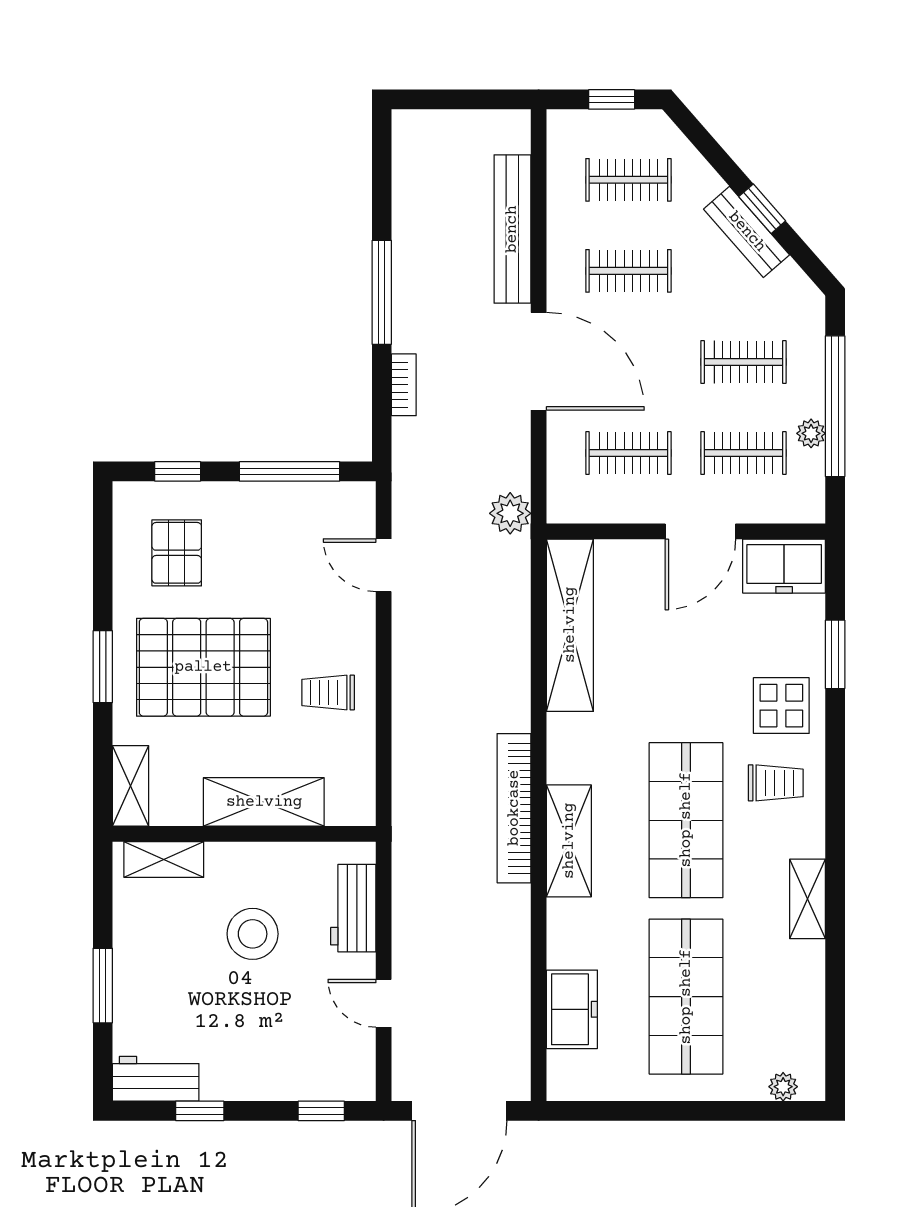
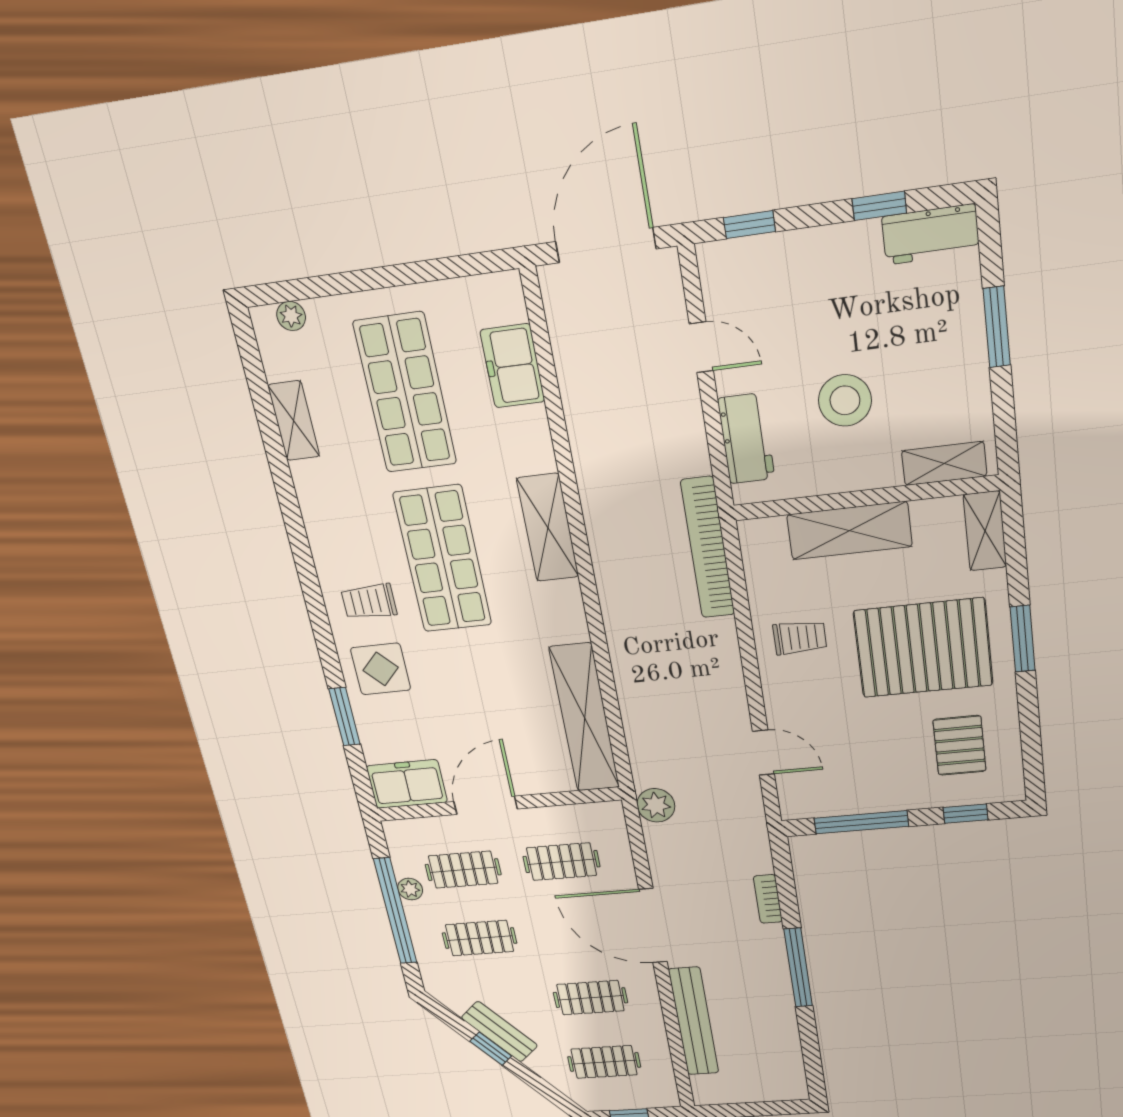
bookcase: (514, 808) -> (708, 548), moved, turned 180
shelving: (808, 899) -> (294, 421), moved

